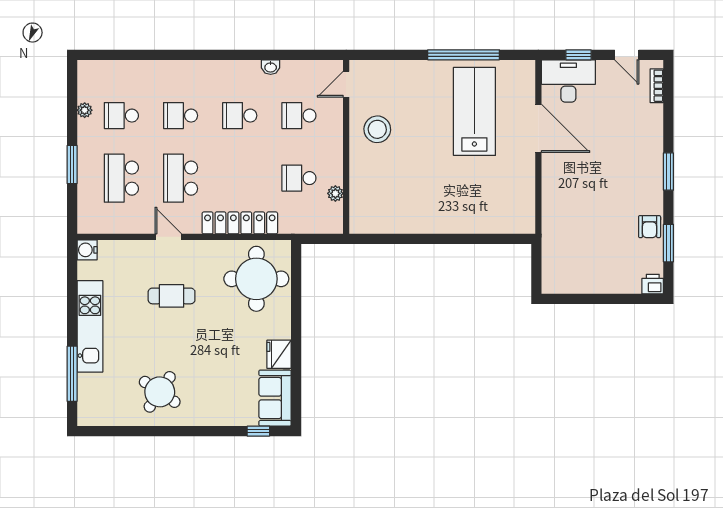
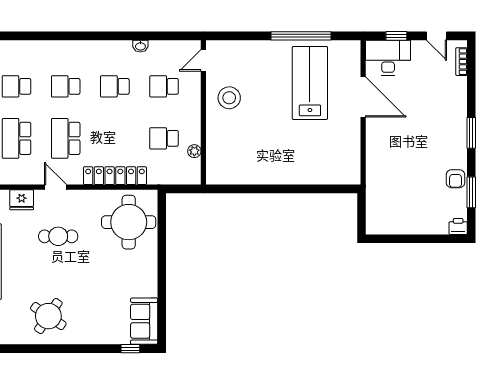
fridge: (279, 354) -> (22, 200), moved, turned -90

